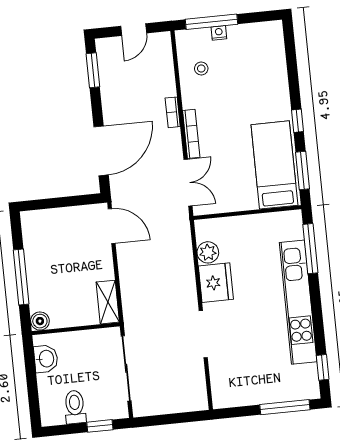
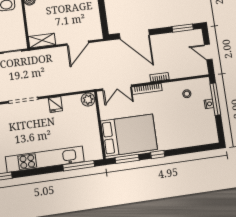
bed: (274, 165) -> (129, 135), width x1.50
door: (112, 226) -> (78, 43), moved
plant: (208, 252) -> (88, 100), moved
fridge: (216, 283) -> (55, 104), width x0.53, depth x0.75

